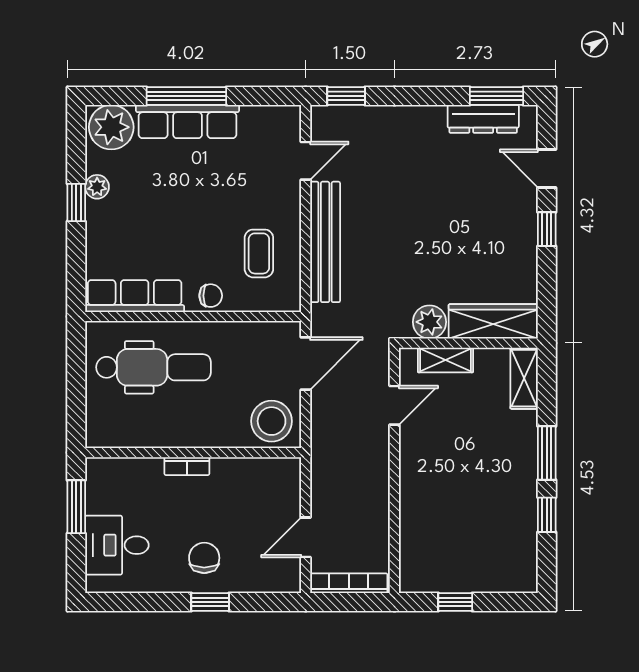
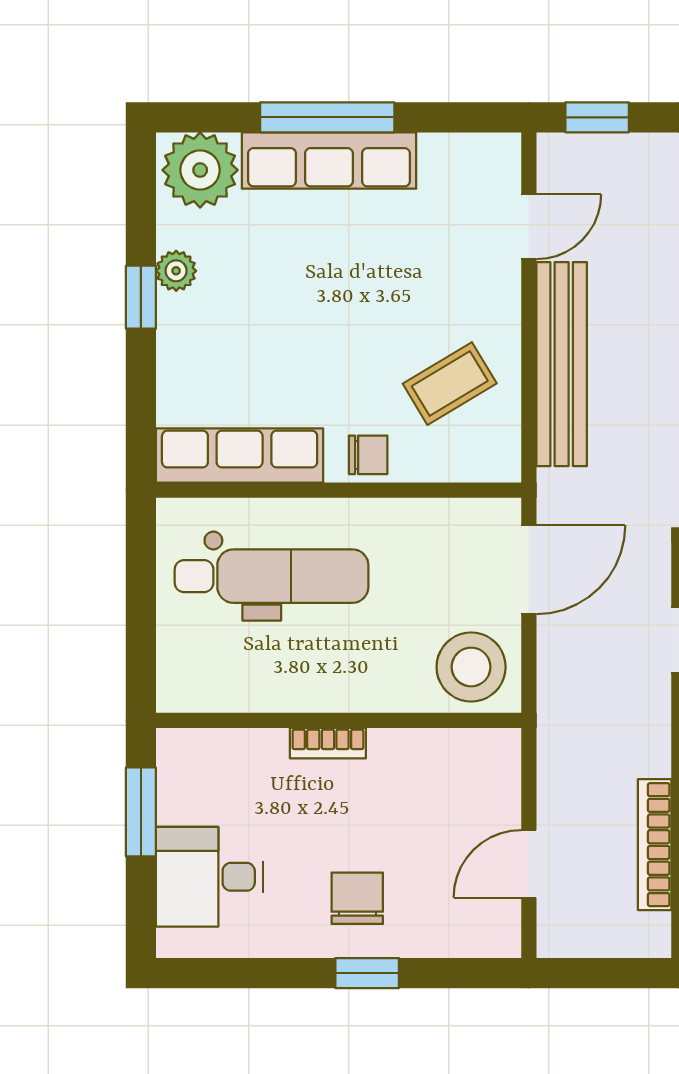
coffee table: (259, 253) -> (450, 384), turned 59
bookcase: (349, 583) -> (655, 845), moved, turned -90

